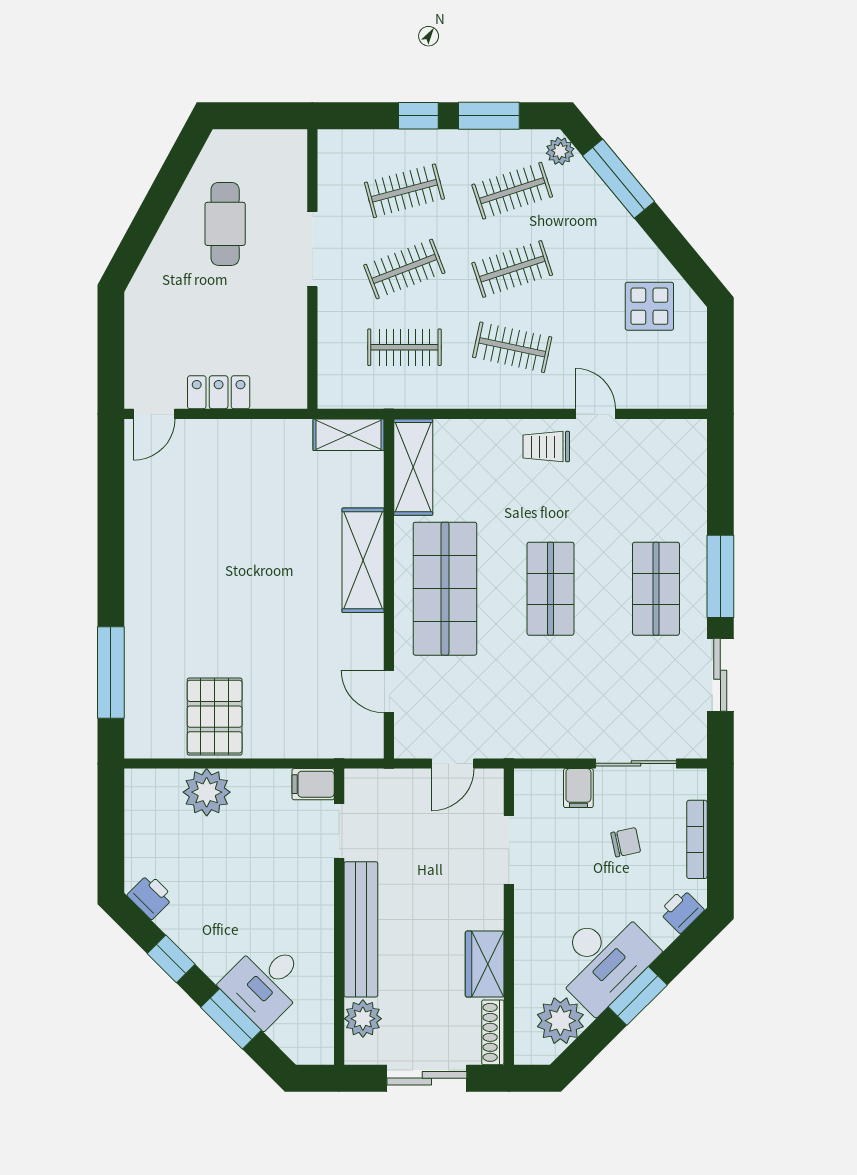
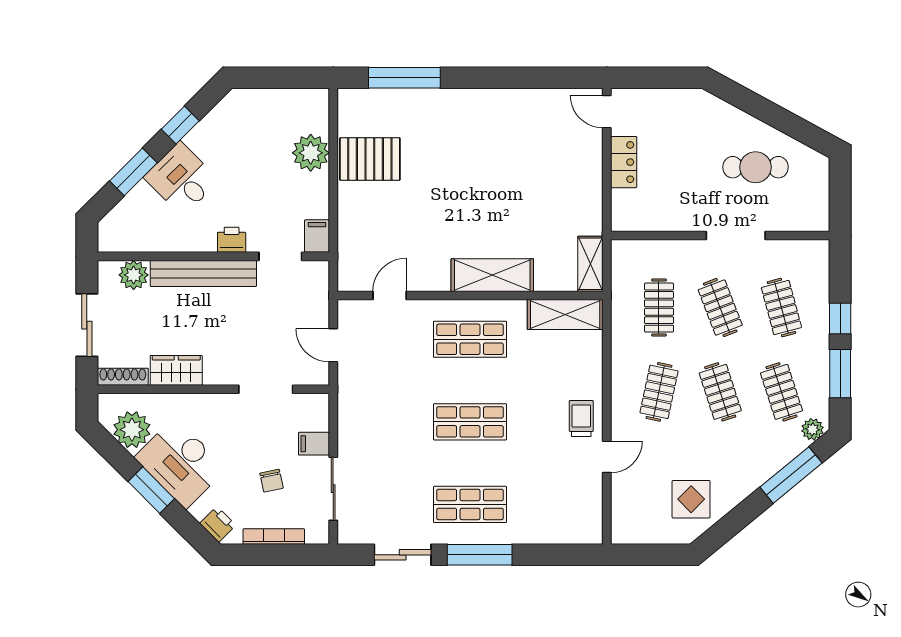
shop shelf: (445, 589) -> (470, 339), width x0.70, depth x0.74
printer: (150, 896) -> (232, 240), moved, turned -135
desk: (266, 983) -> (181, 179), moved

